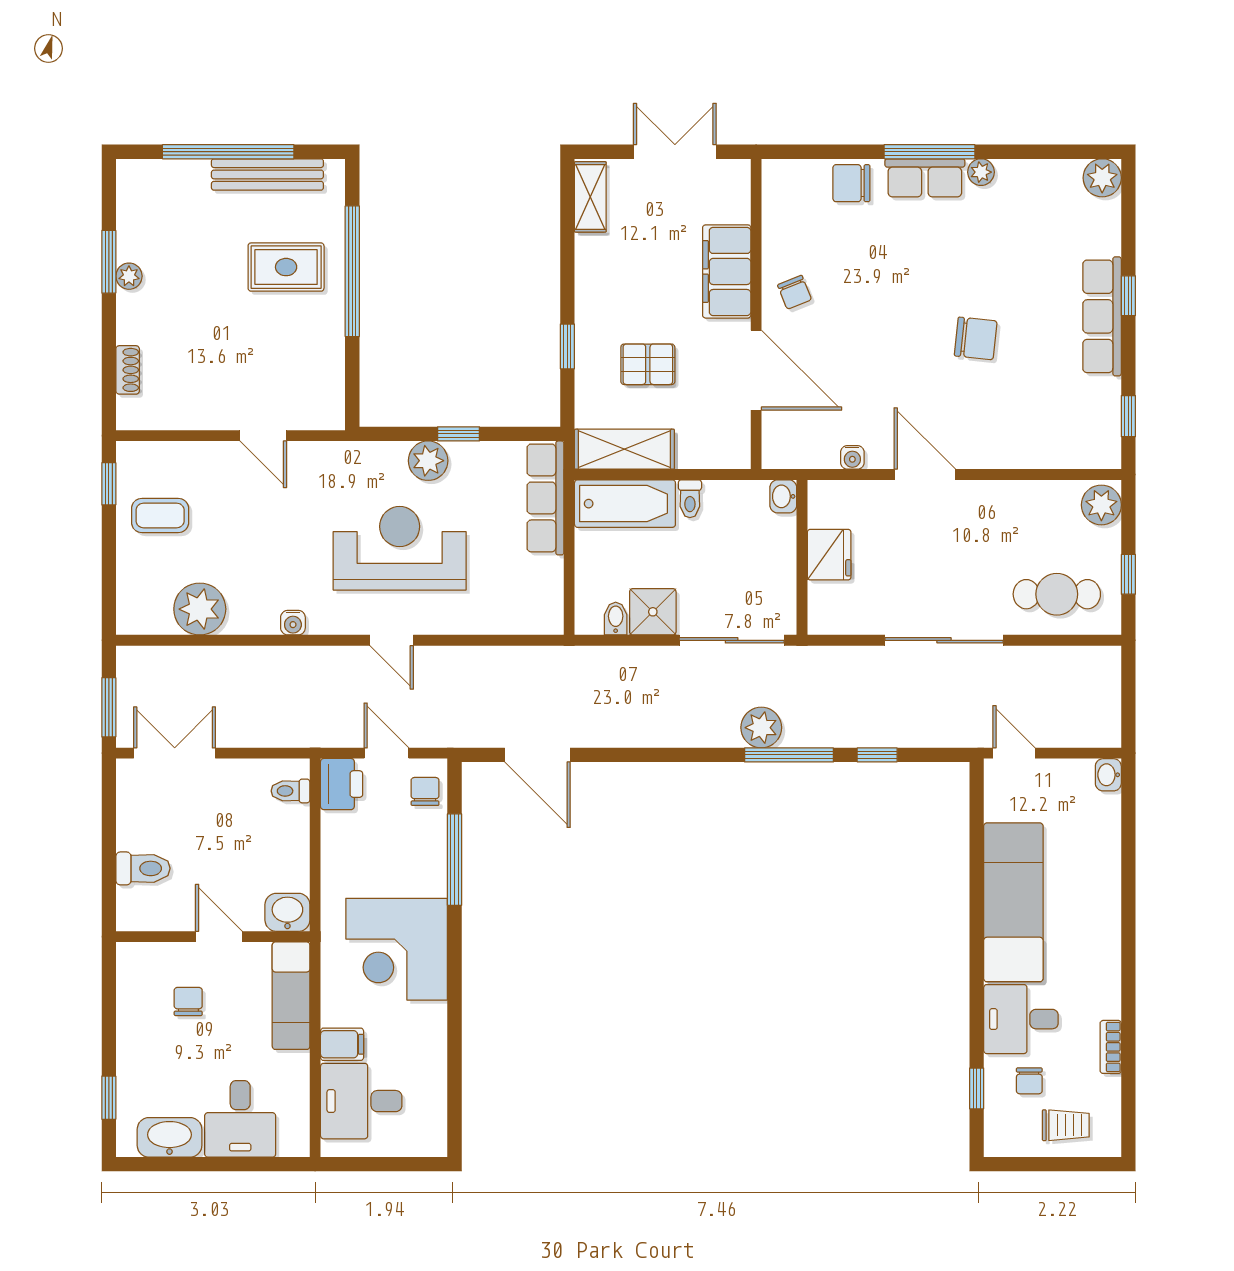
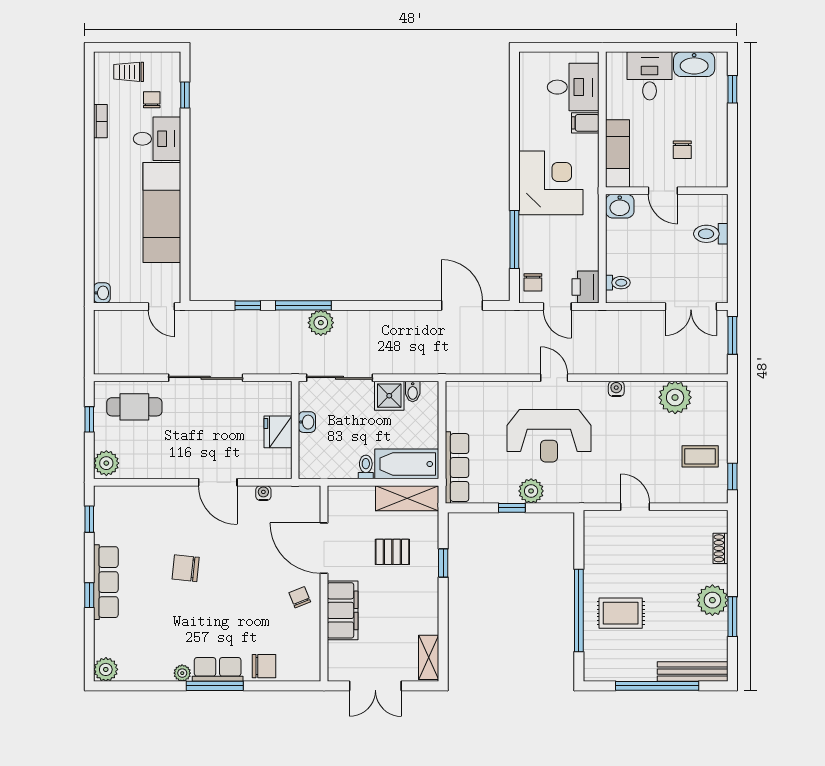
bench: (267, 174) -> (693, 672), moved
plant: (129, 276) -> (712, 600), width x1.88, depth x1.88
washbasin: (783, 496) -> (307, 422), moved

